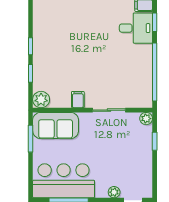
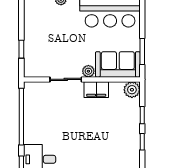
filing cabinet: (78, 100) -> (96, 90), width x2.00
plant: (146, 119) -> (88, 71), moved

